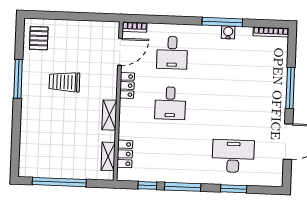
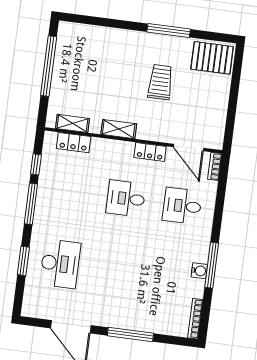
pallet: (39, 38) -> (212, 58), width x1.50, depth x1.42

